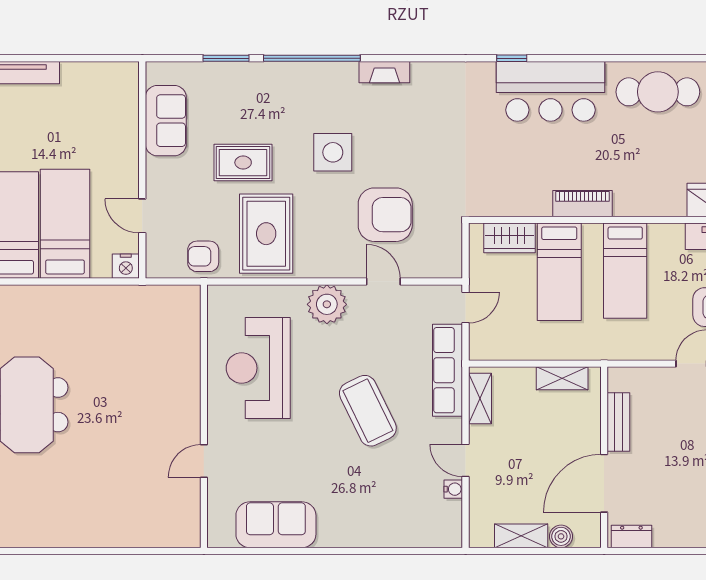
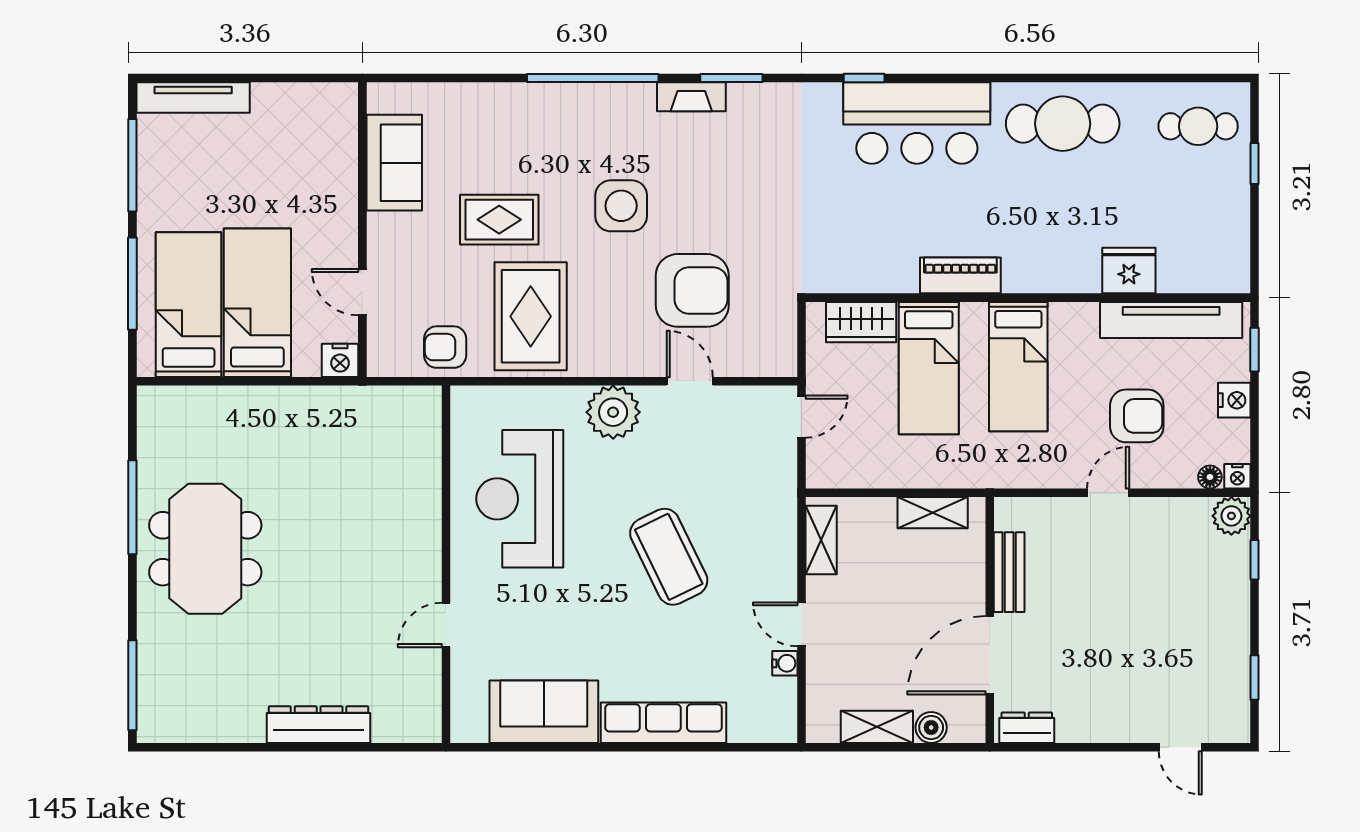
window: (226, 58) -> (731, 78), moved
row of seats: (448, 370) -> (663, 723), moved, turned 90
dresser: (110, 534) -> (319, 725), added

